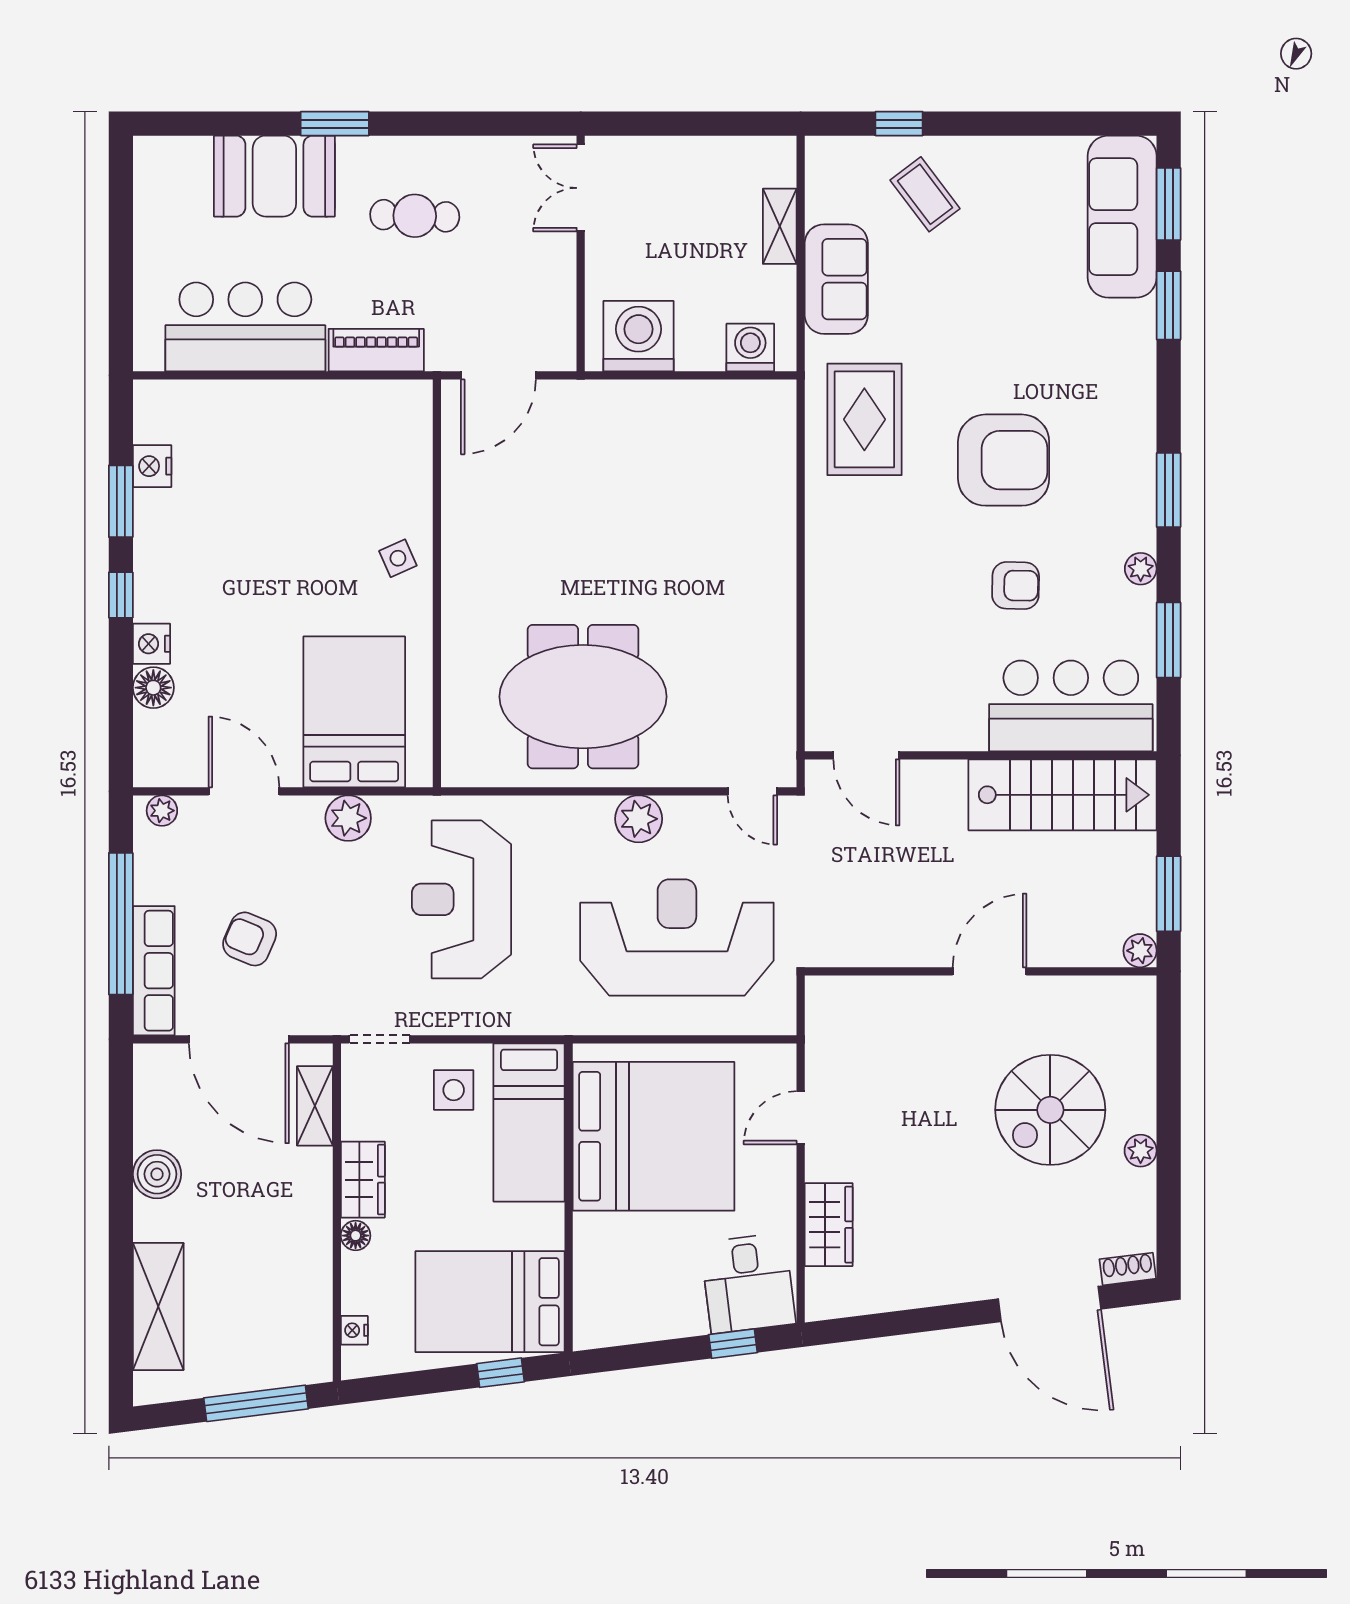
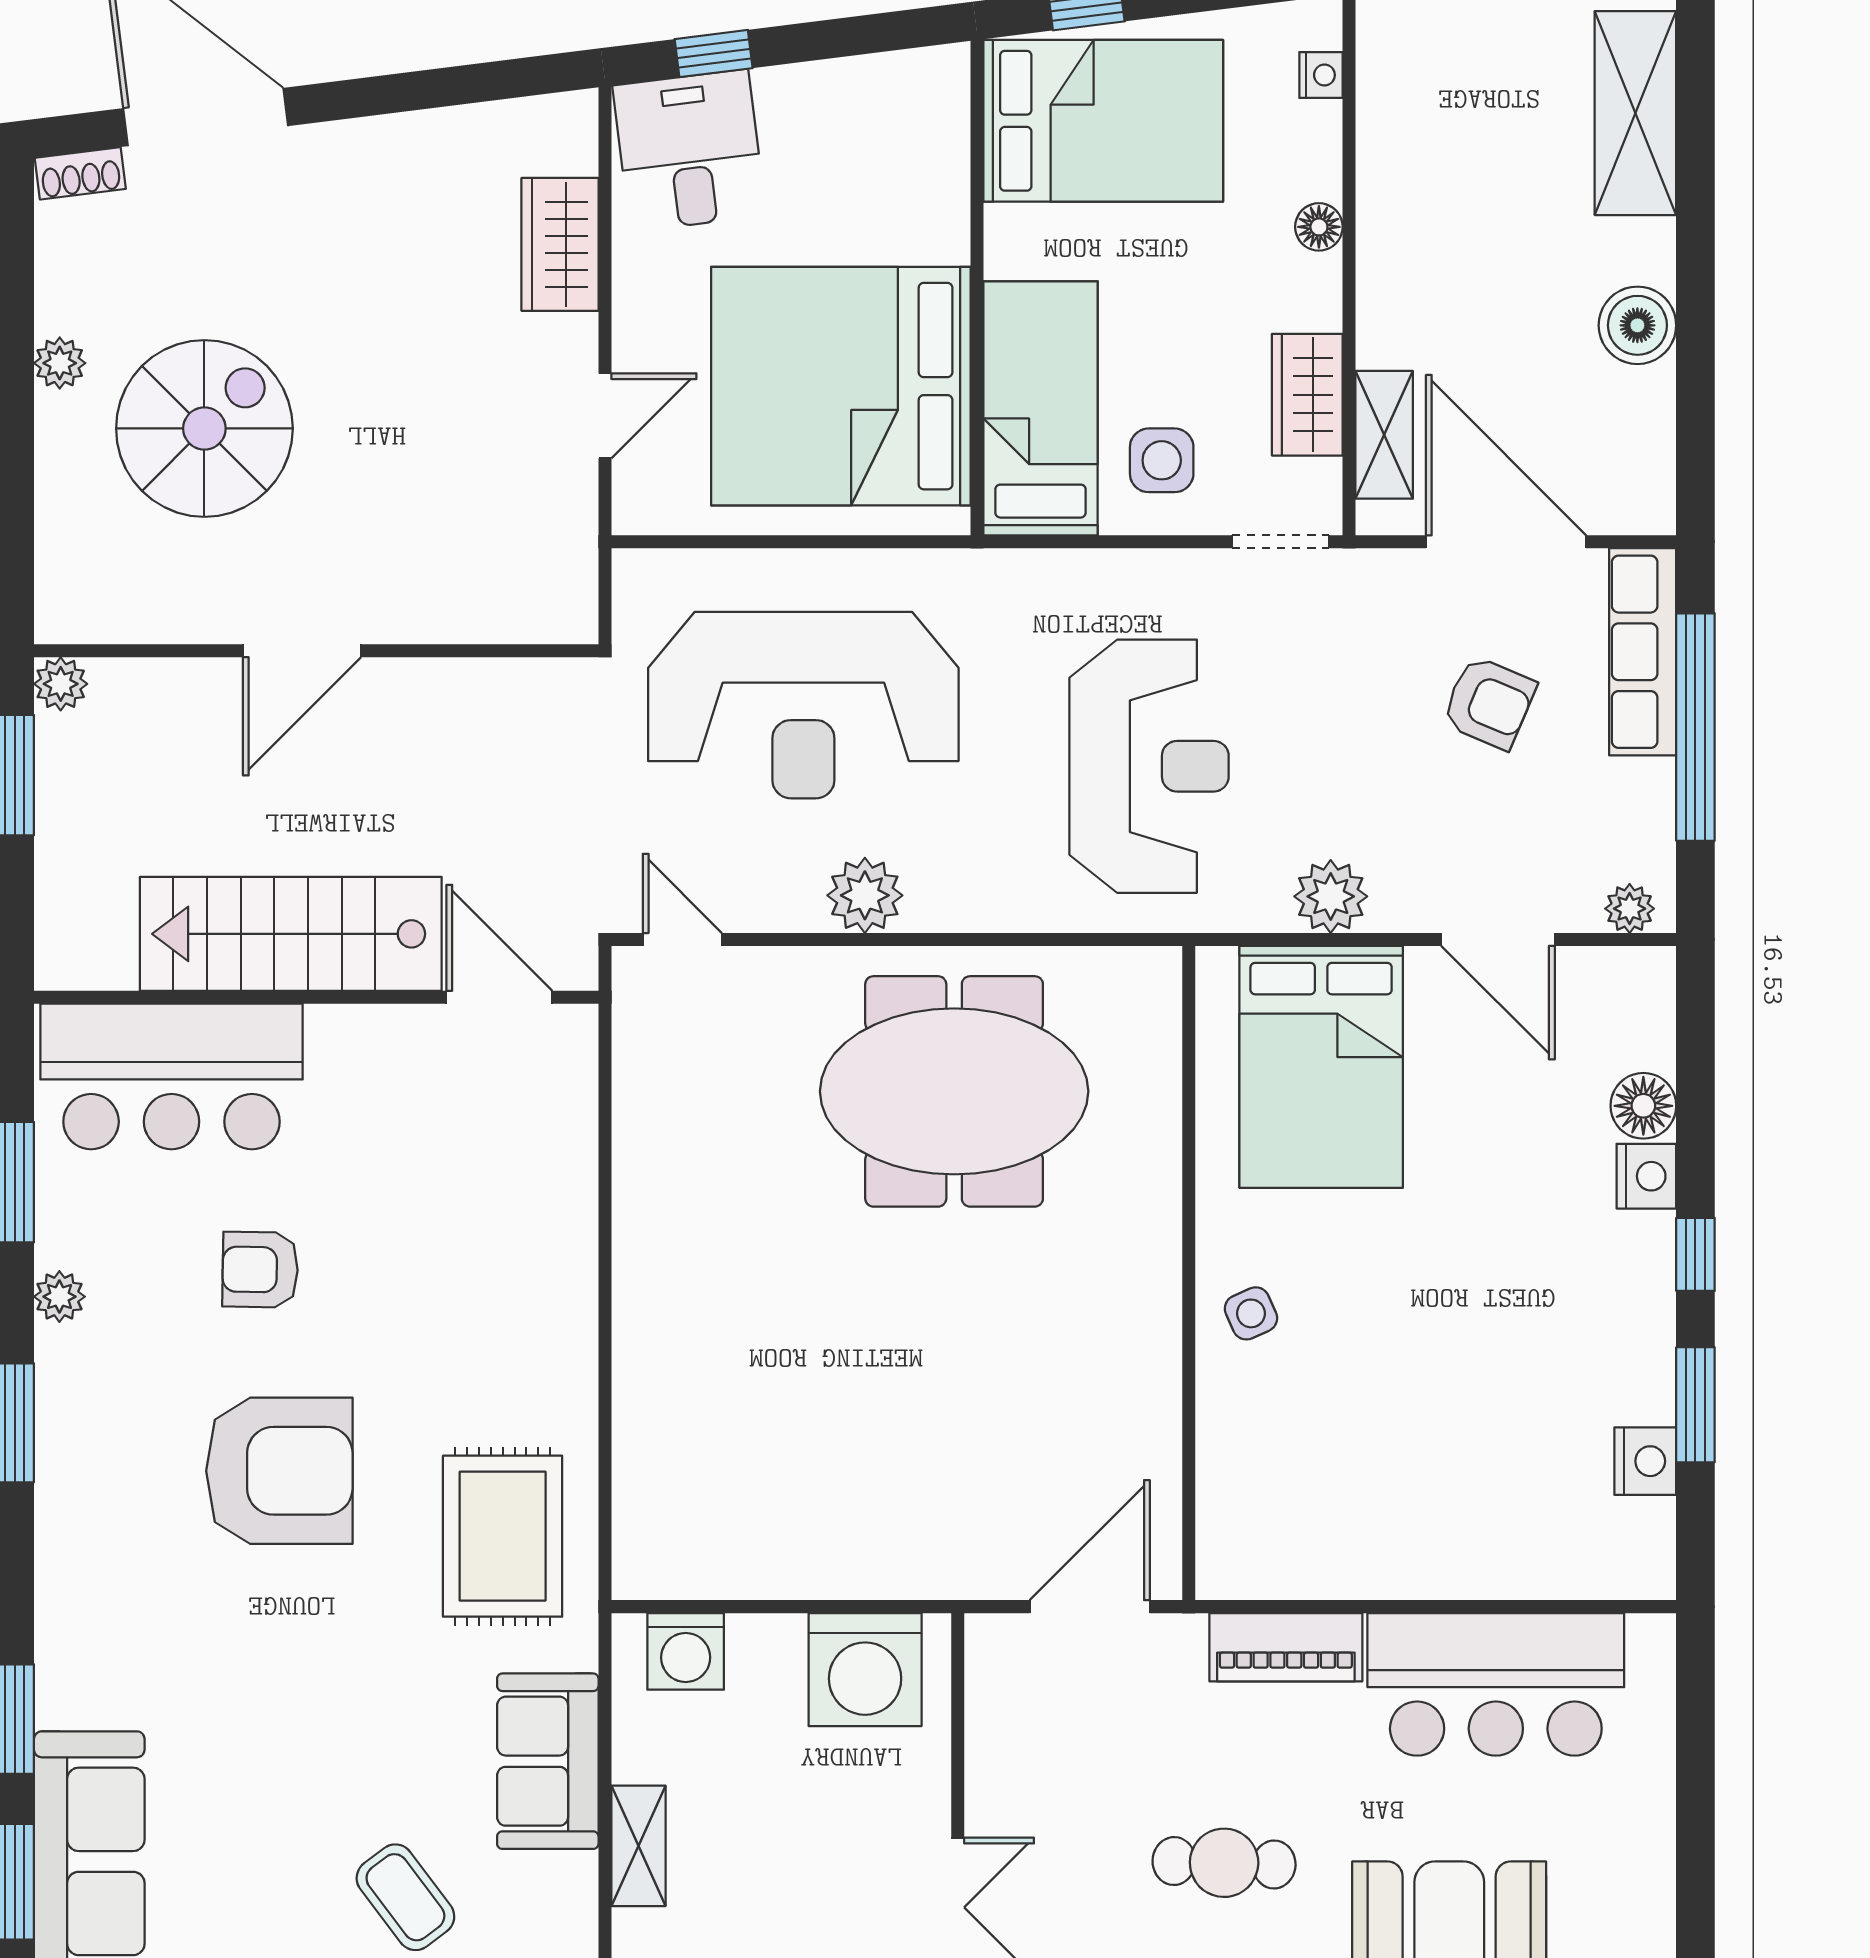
armchair: (1004, 460) -> (279, 1471), turned 180
stairs: (1063, 795) -> (291, 934), moved
wardrobe: (363, 1180) -> (1307, 395), moved

